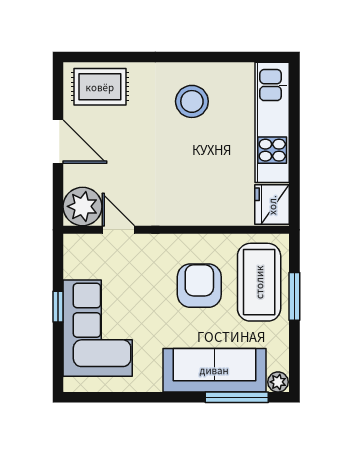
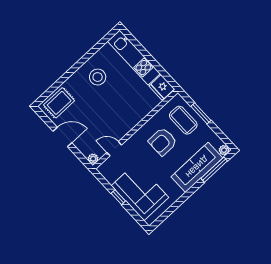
plant: (83, 206) -> (93, 159), width x0.53, depth x0.53
coffee table: (259, 282) -> (183, 120), width x0.73, depth x0.76
armchair: (199, 286) -> (163, 142), turned -90

